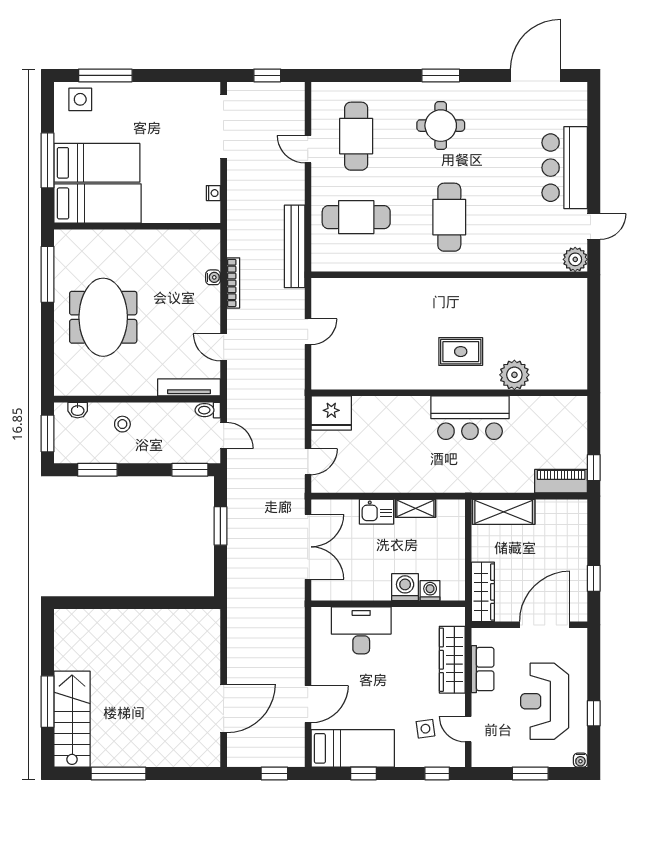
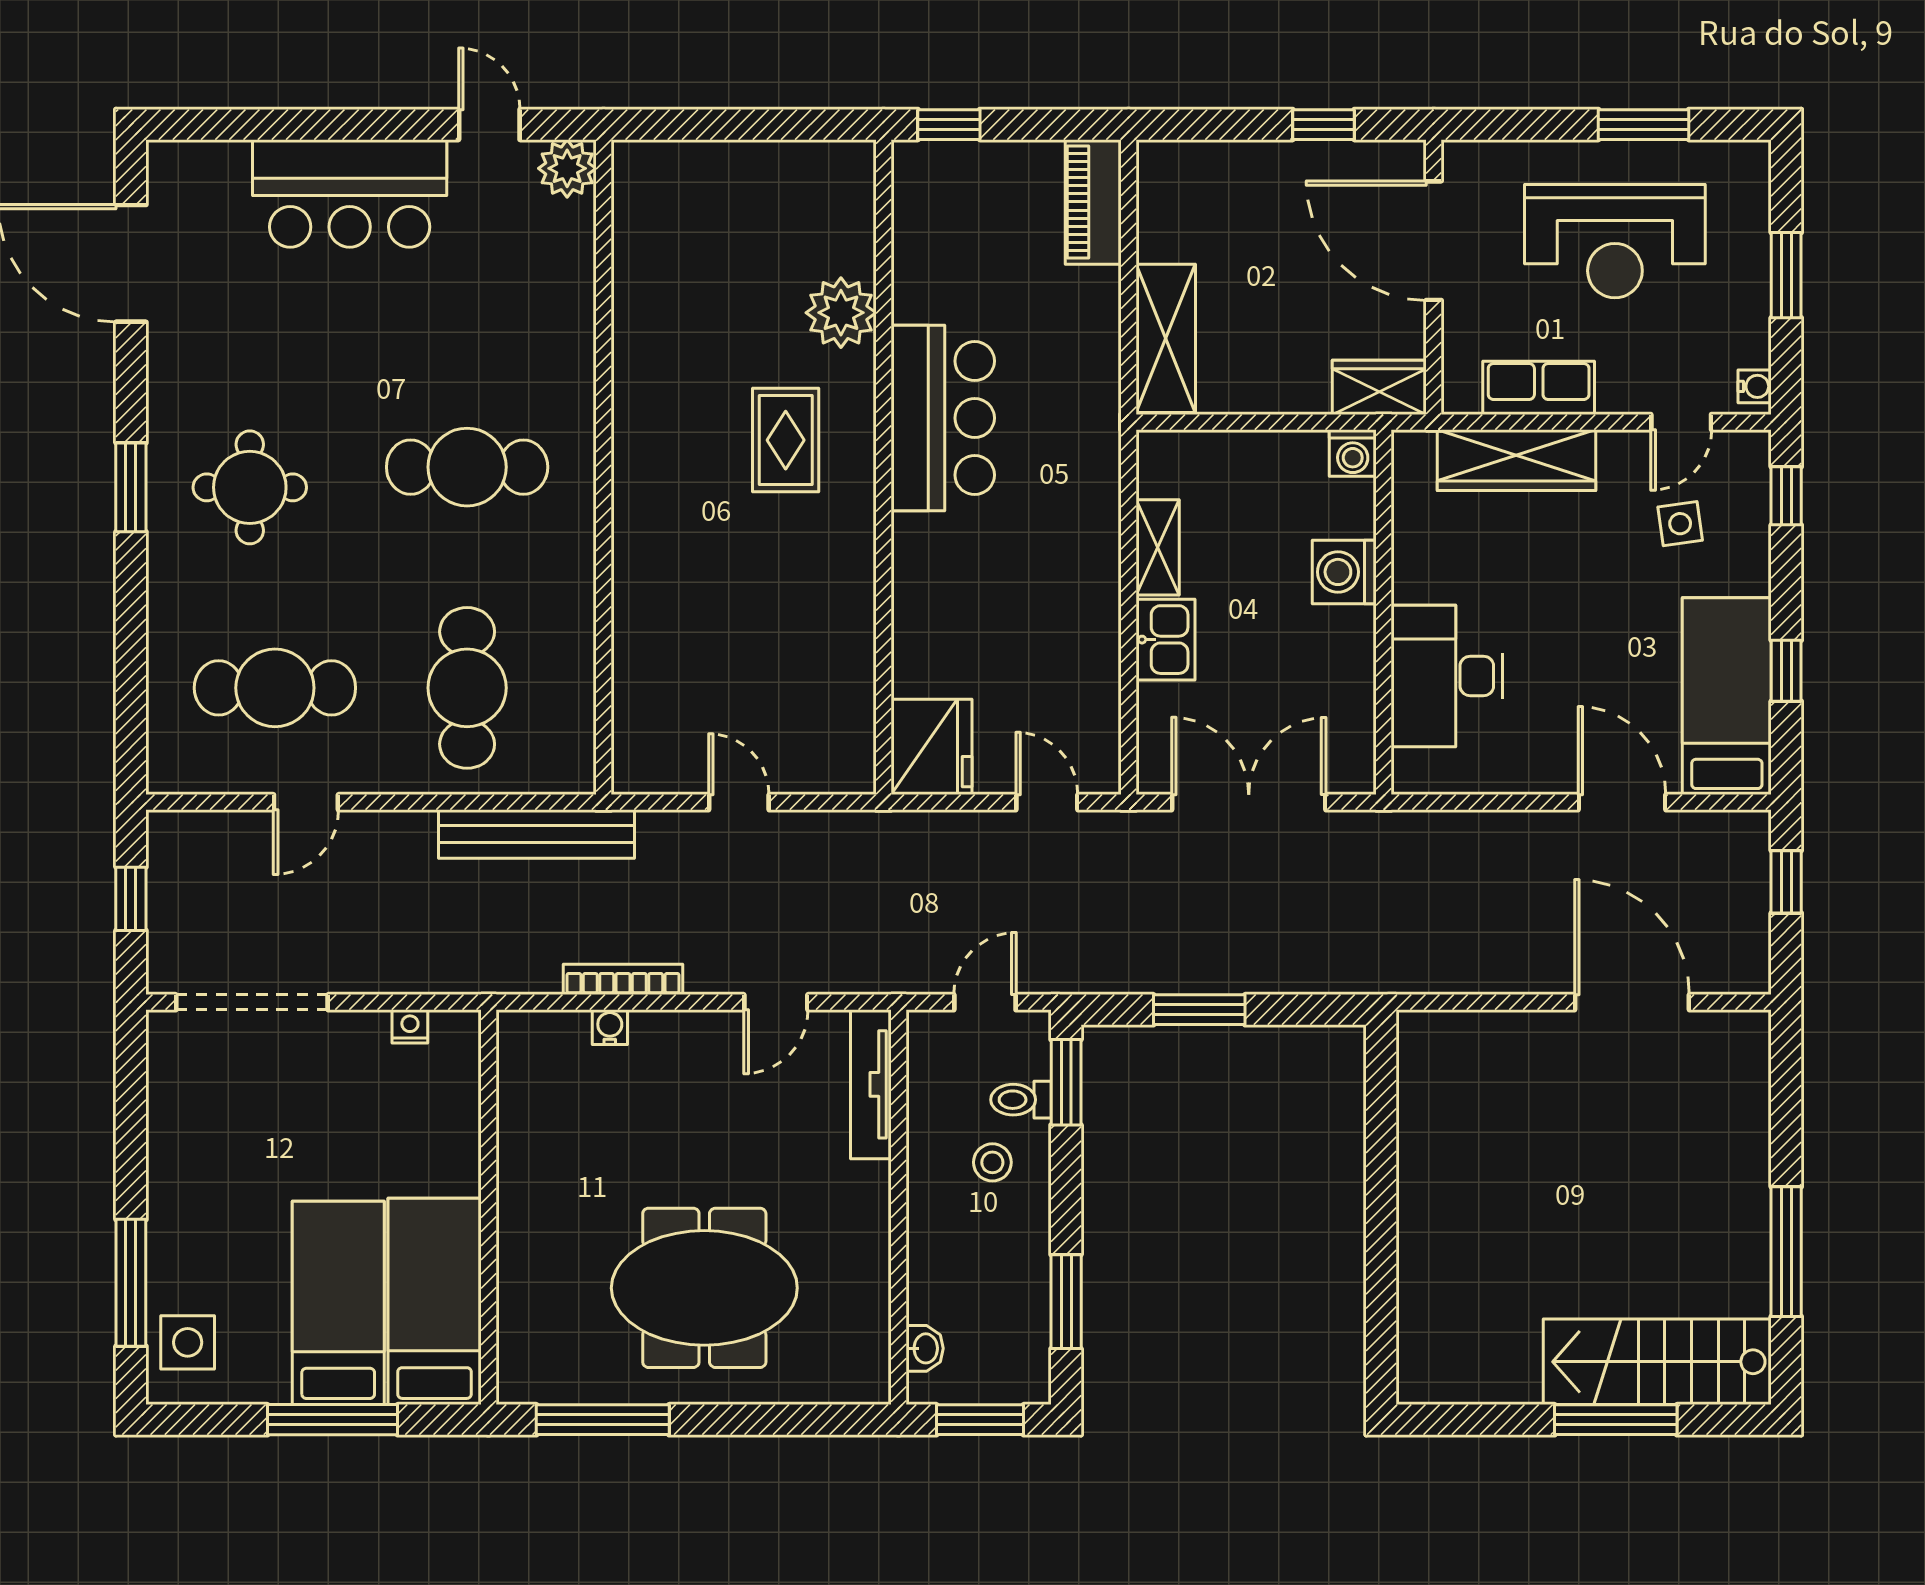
toilet: (208, 410) -> (1021, 1100), moved, turned 90
stool: (122, 424) -> (992, 1162), moved
window: (594, 468) -> (949, 125), moved
washing machine: (430, 591) -> (1353, 453), moved, turned -90
wardrobe: (483, 592) -> (1379, 387), width x0.67
window: (594, 713) -> (1644, 125), width x1.50
water cooler: (580, 760) -> (1755, 386), moved

